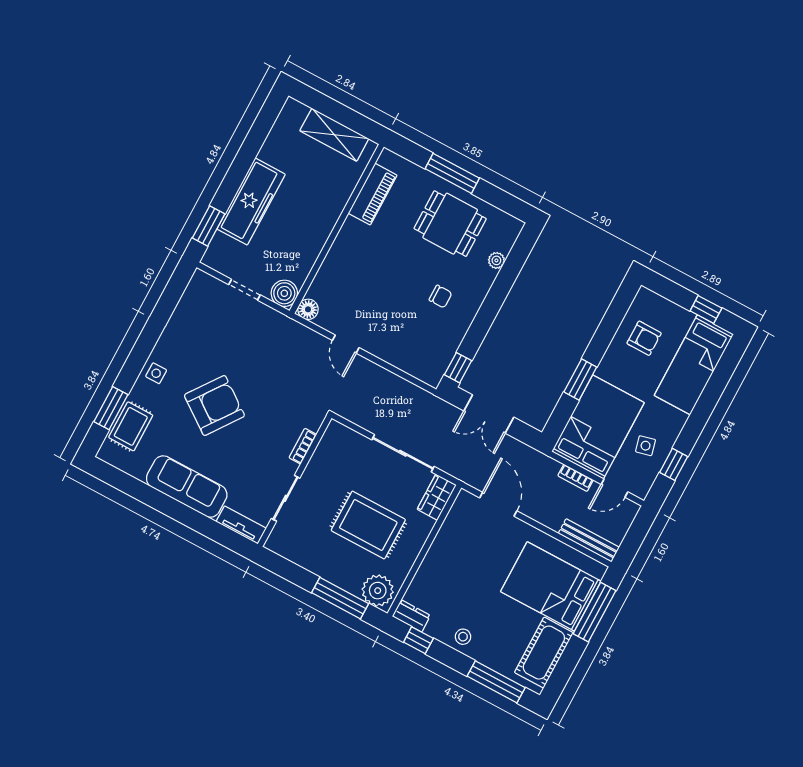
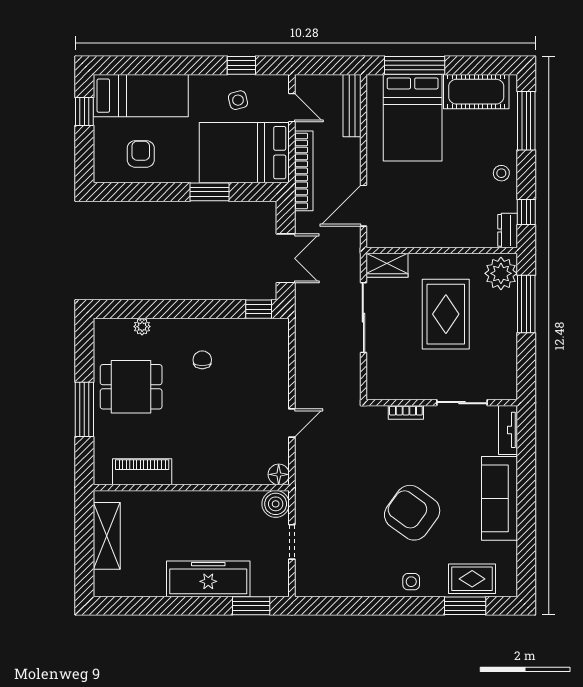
dining table: (450, 224) -> (131, 387), turned 90
bookcase: (576, 478) -> (304, 171), width x2.31, depth x1.31

